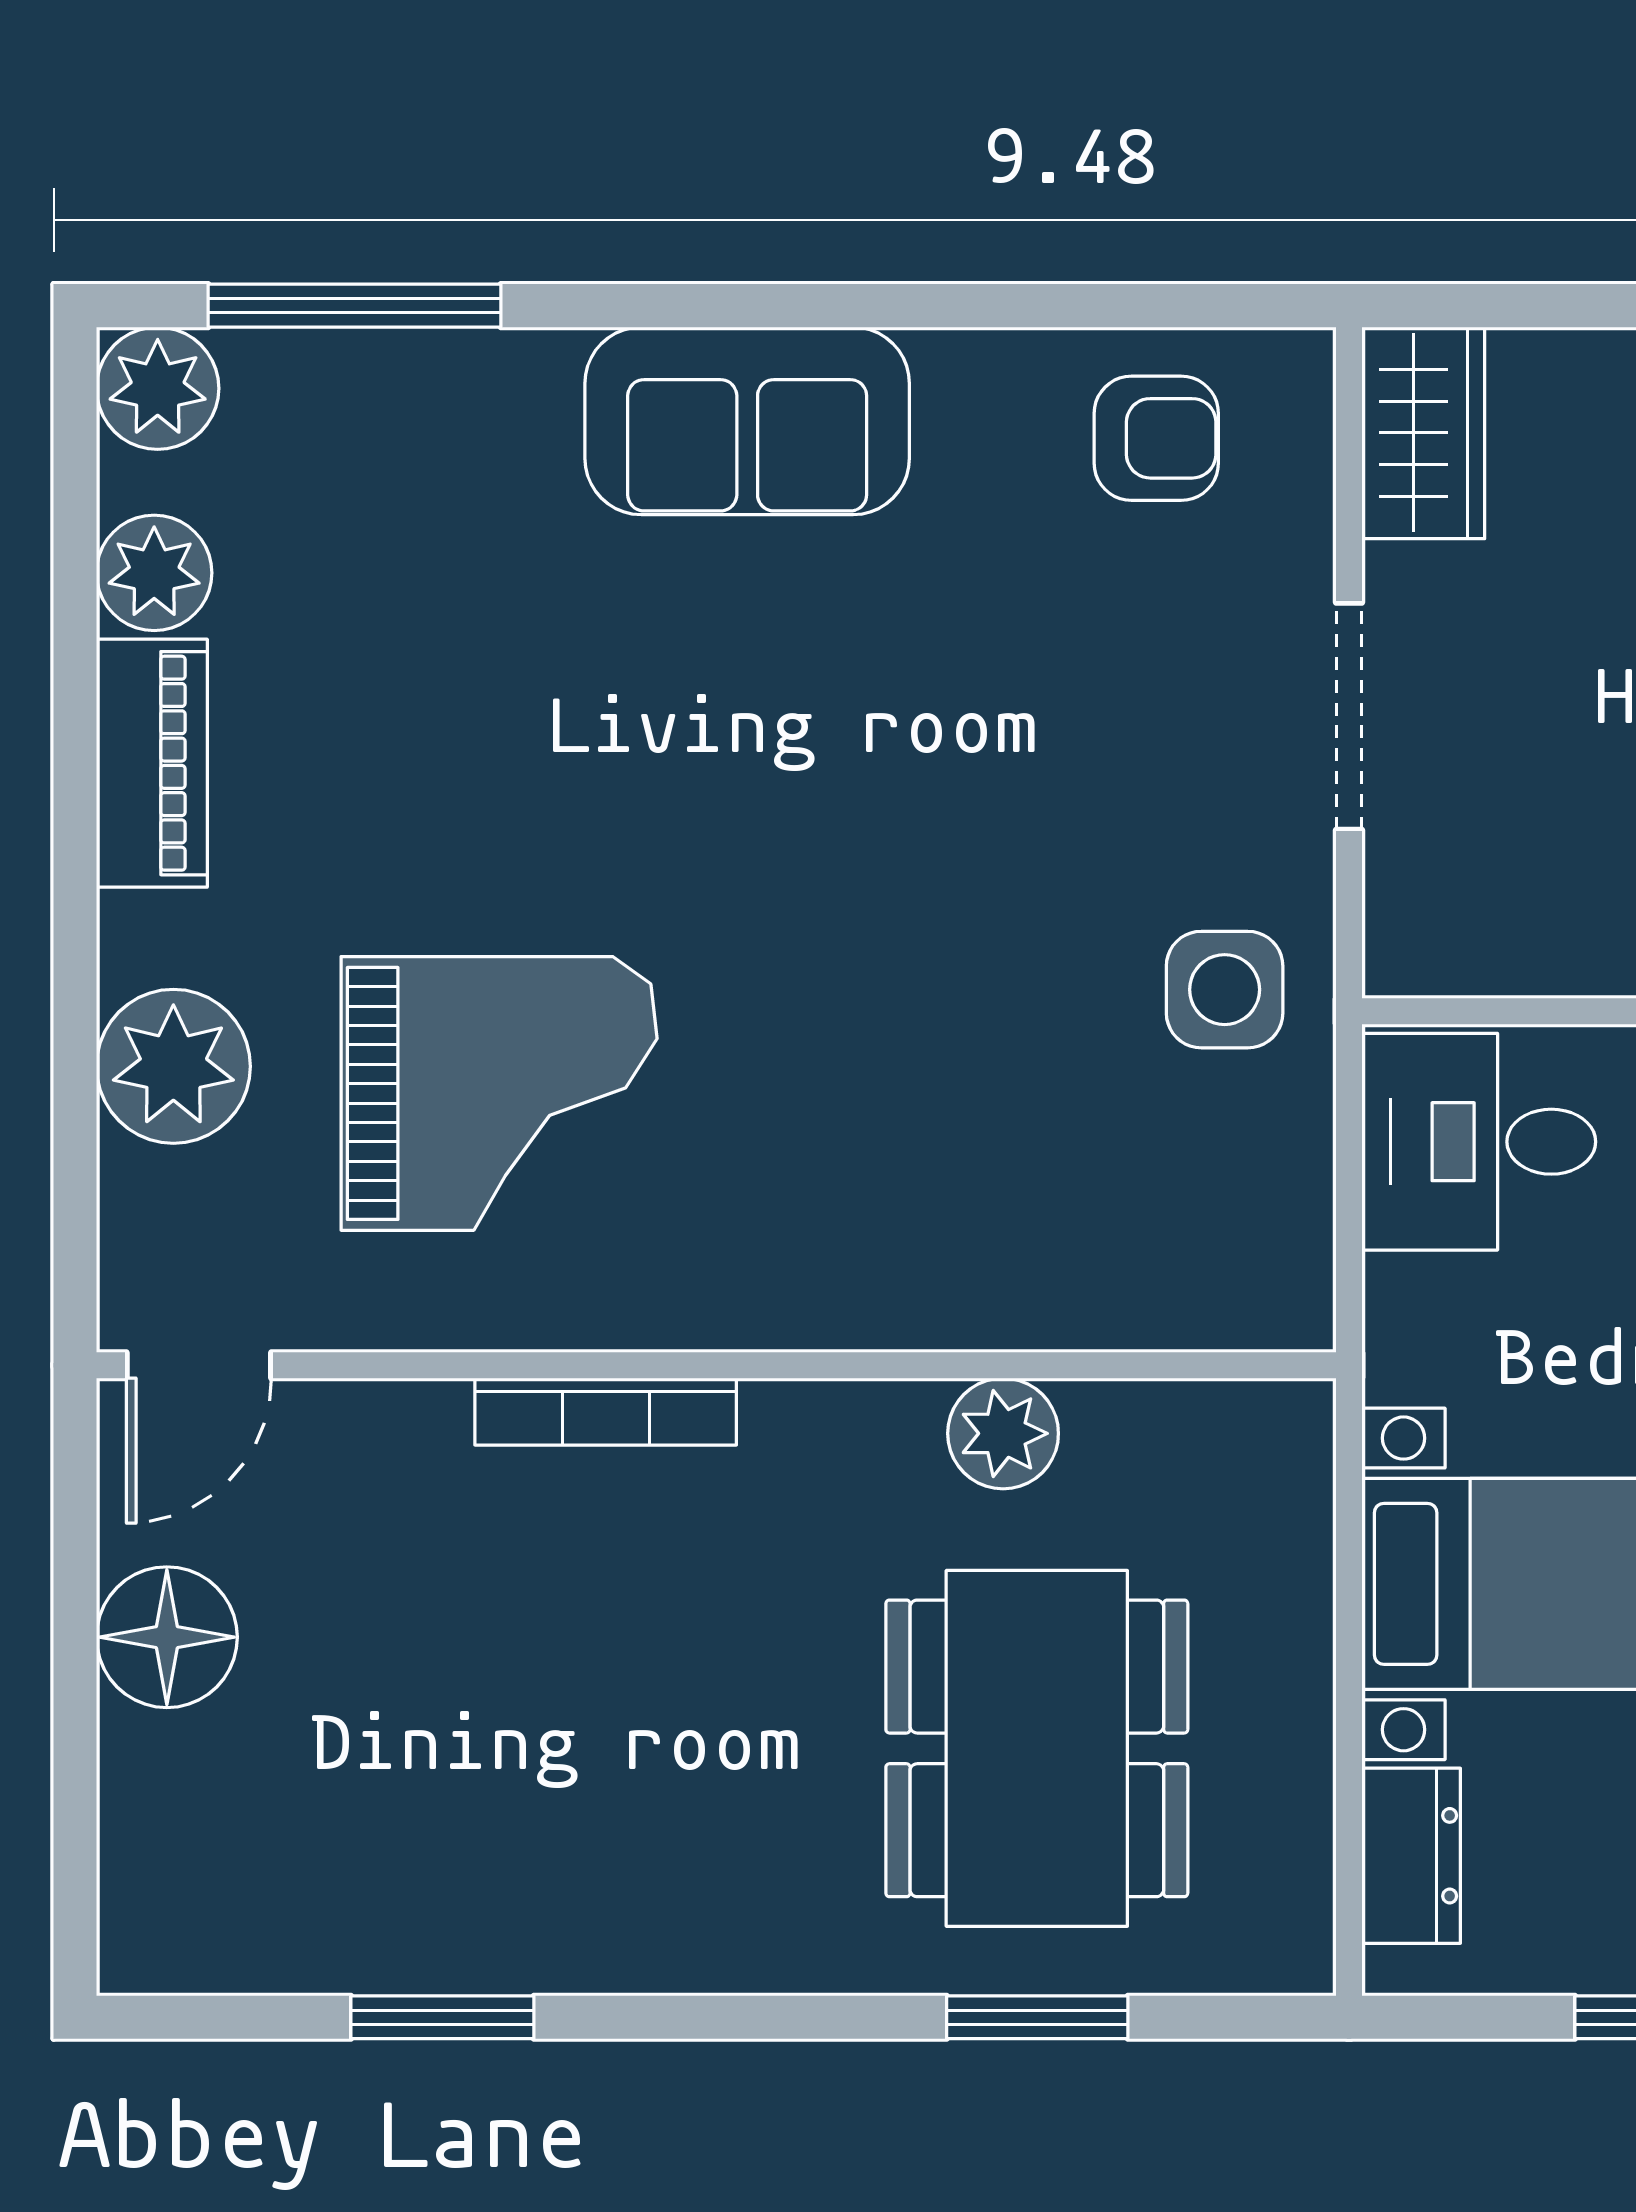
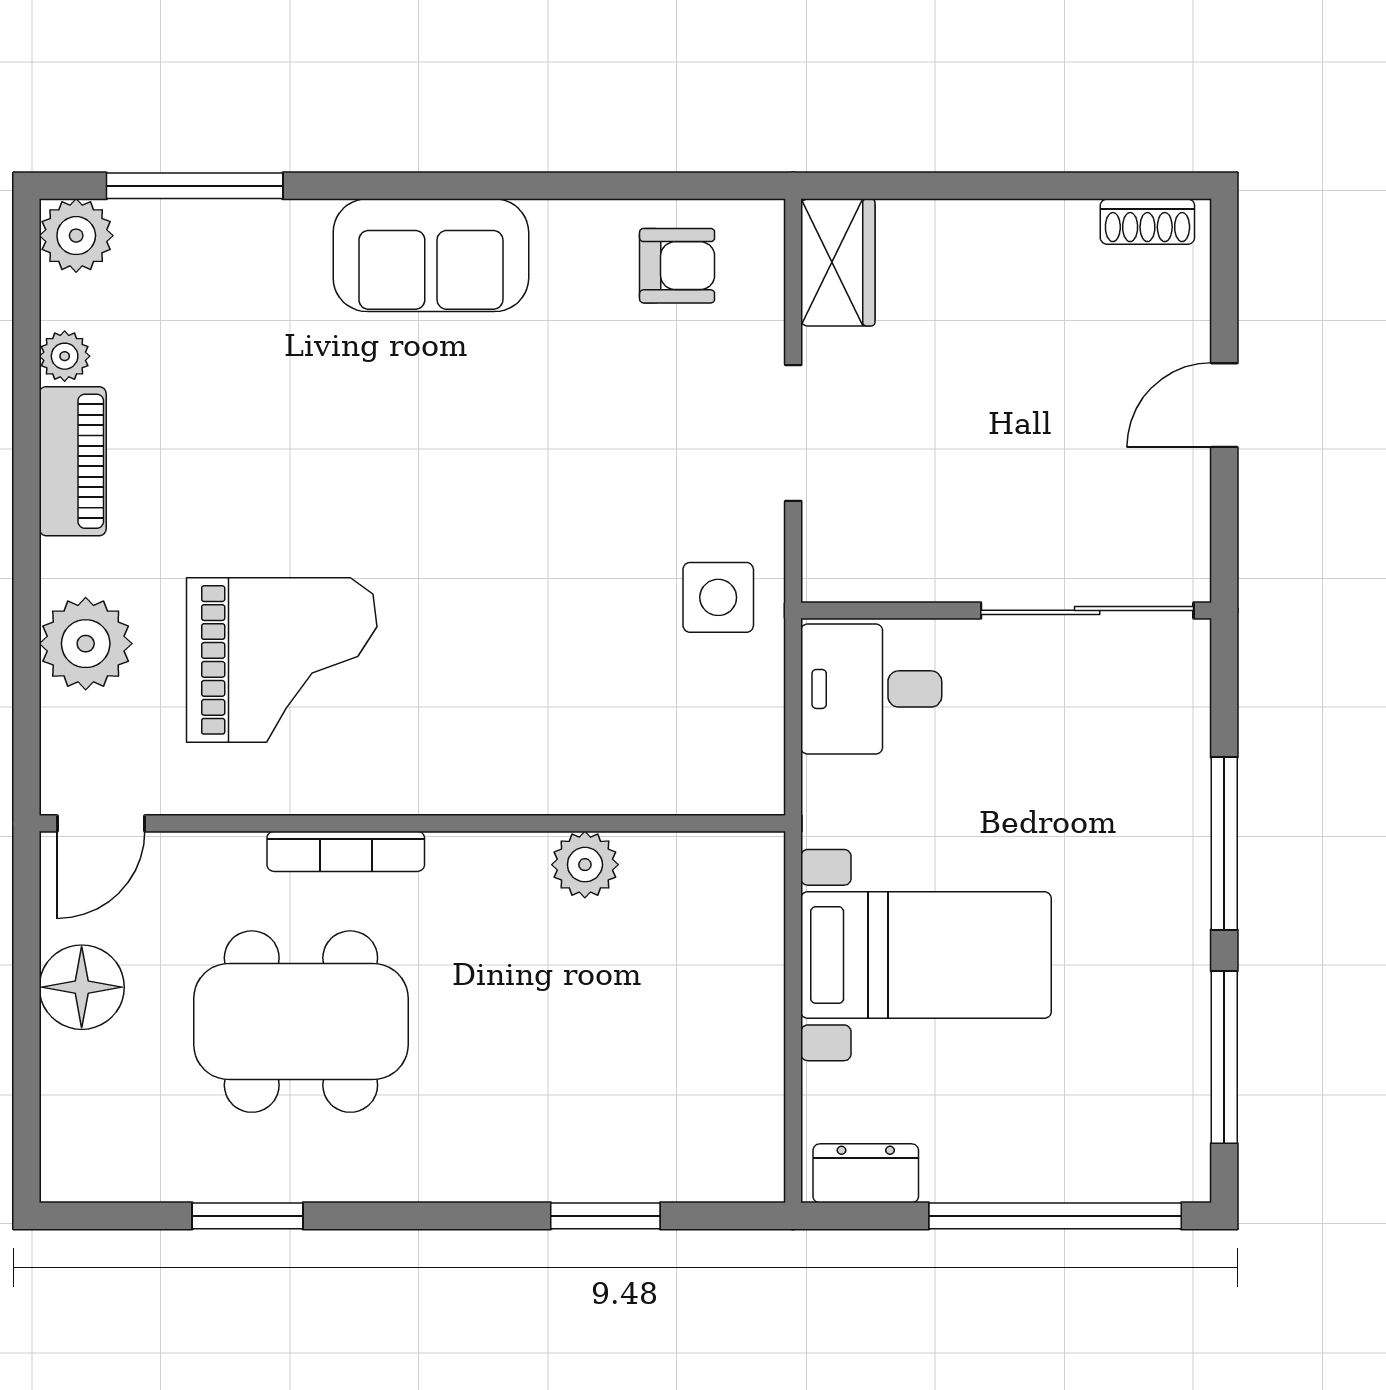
plant: (154, 573) -> (65, 356), width x0.73, depth x0.73
dining table: (1037, 1748) -> (301, 1022), moved, turned 90
dresser: (1411, 1856) -> (866, 1173), moved, turned -90

